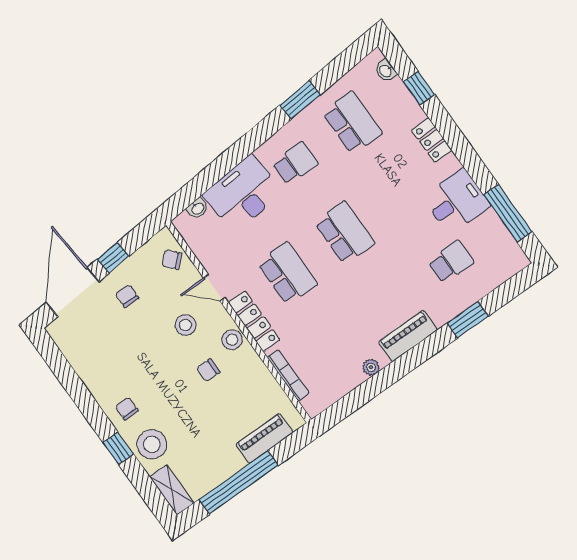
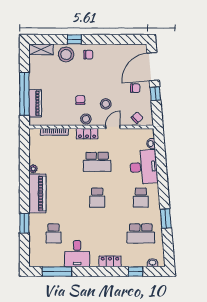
school desk: (345, 233) -> (97, 198), width x0.54
door: (73, 292) -> (153, 67), swing flipped
locker: (254, 321) -> (87, 134), width x0.66
piano: (408, 336) -> (37, 193), width x1.37, depth x1.33
window: (239, 482) -> (24, 94), moved

